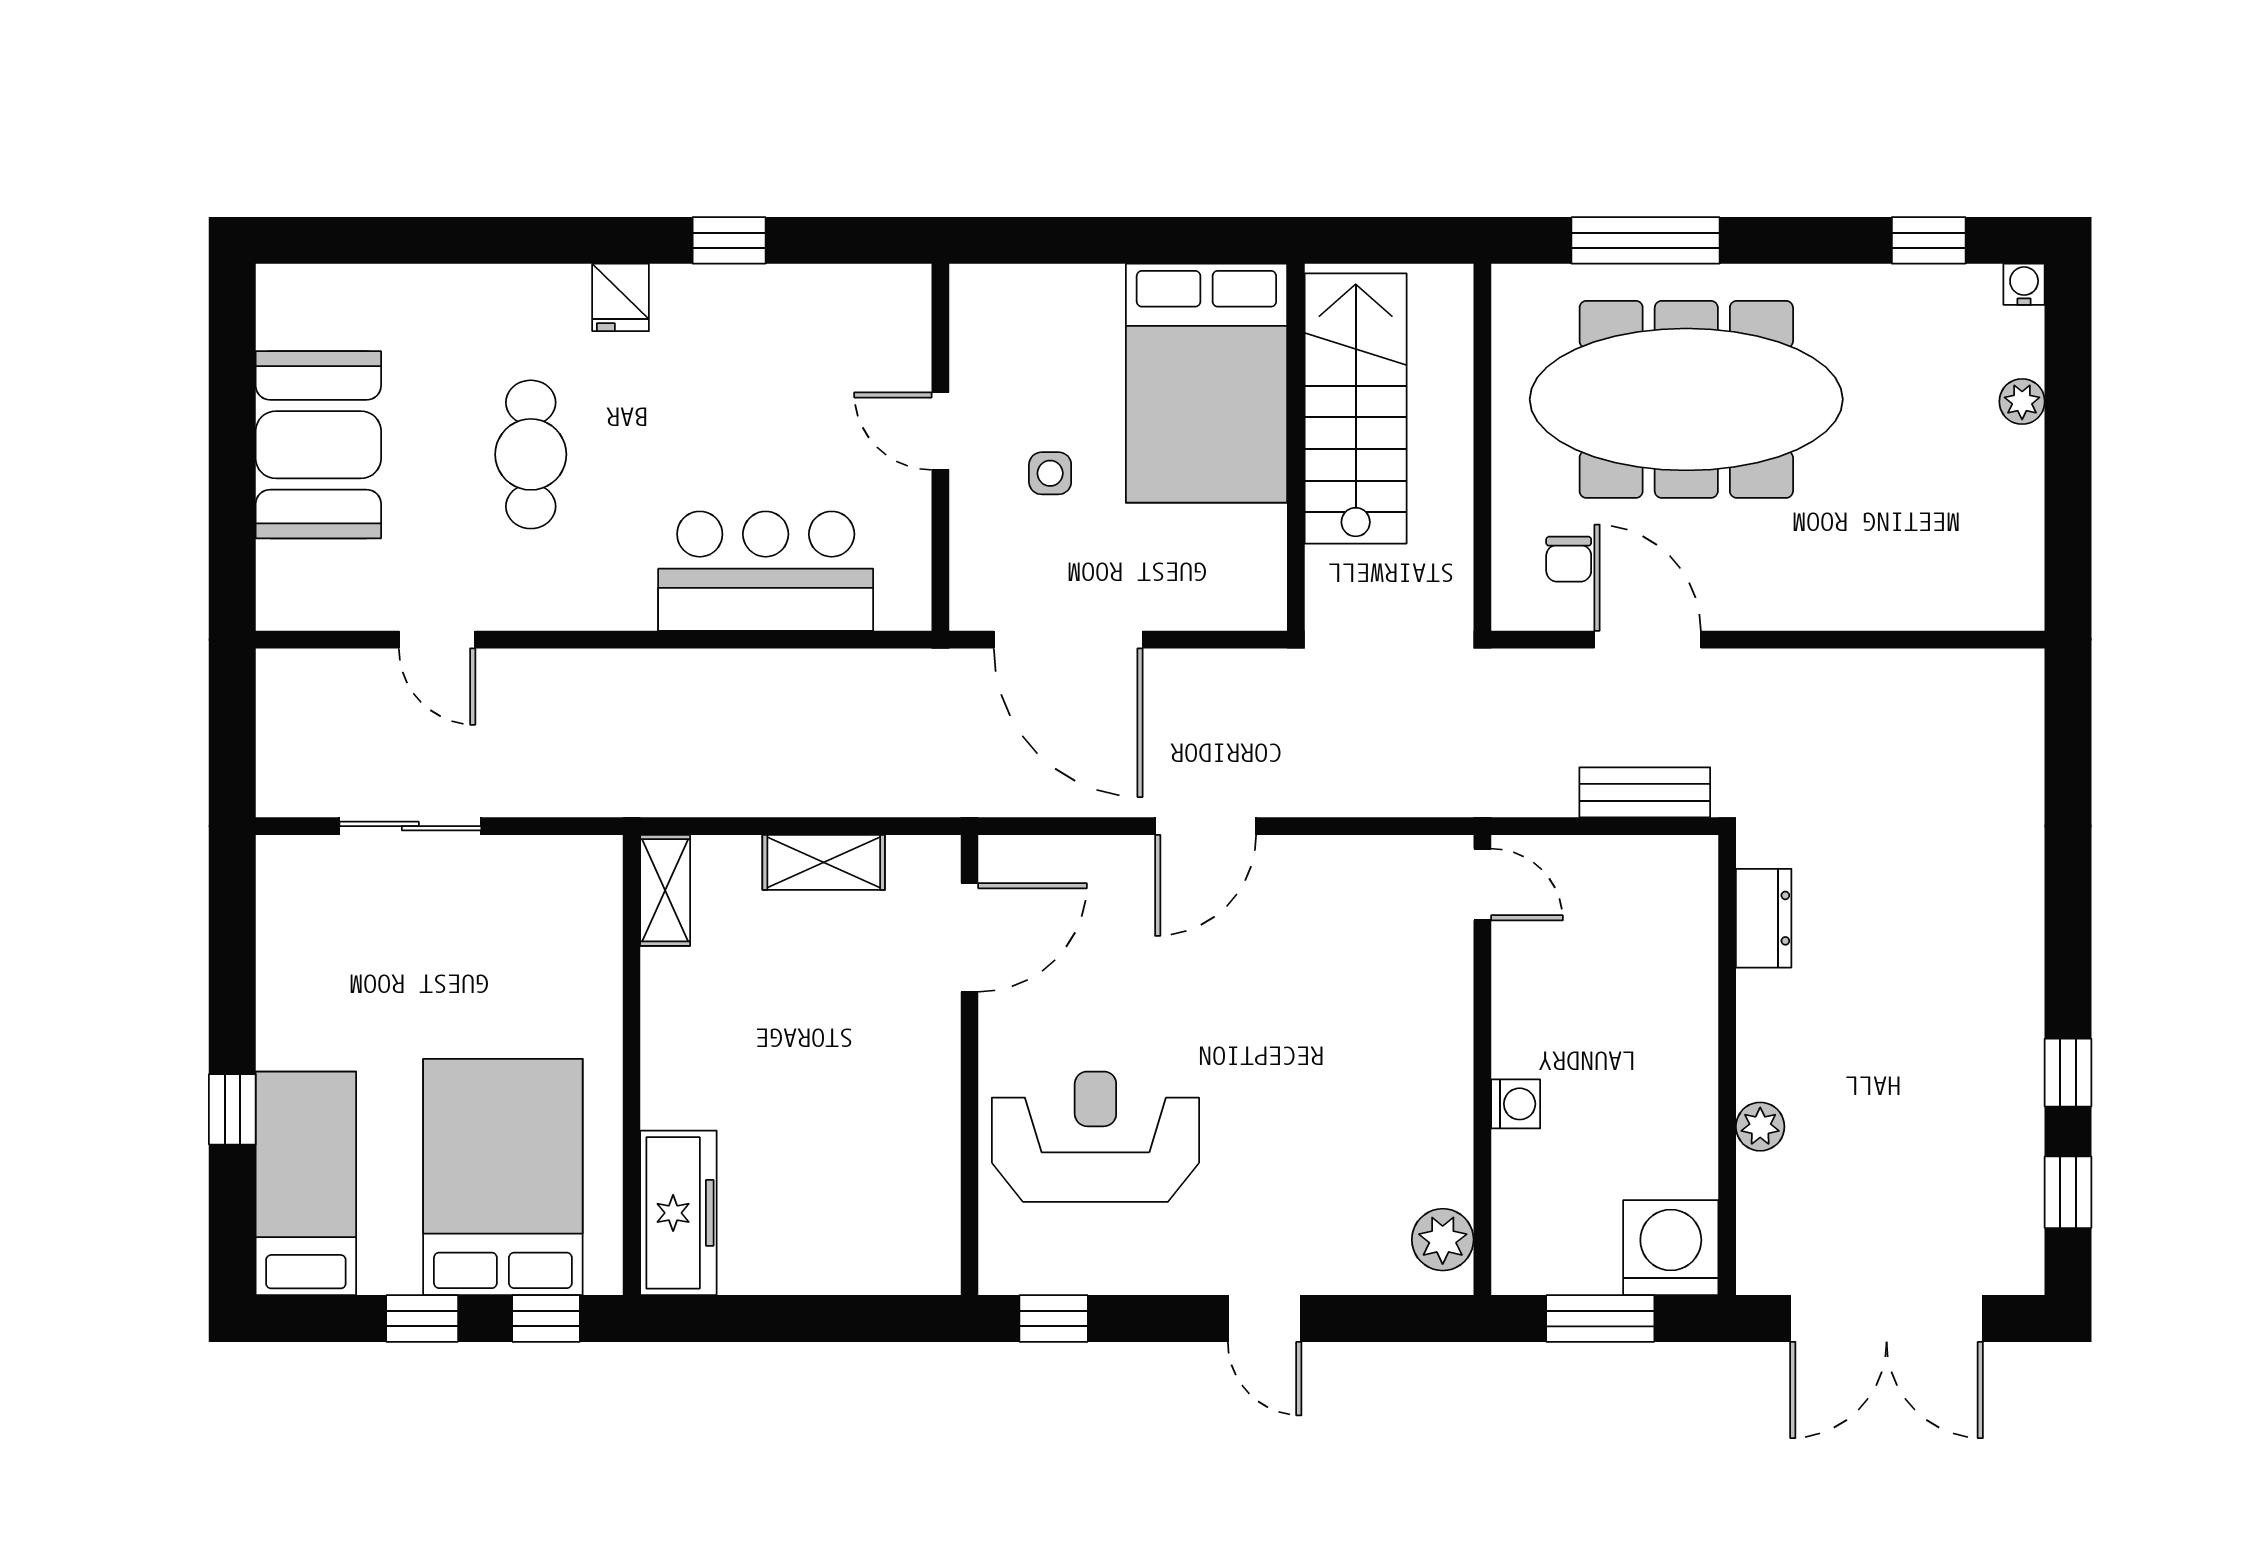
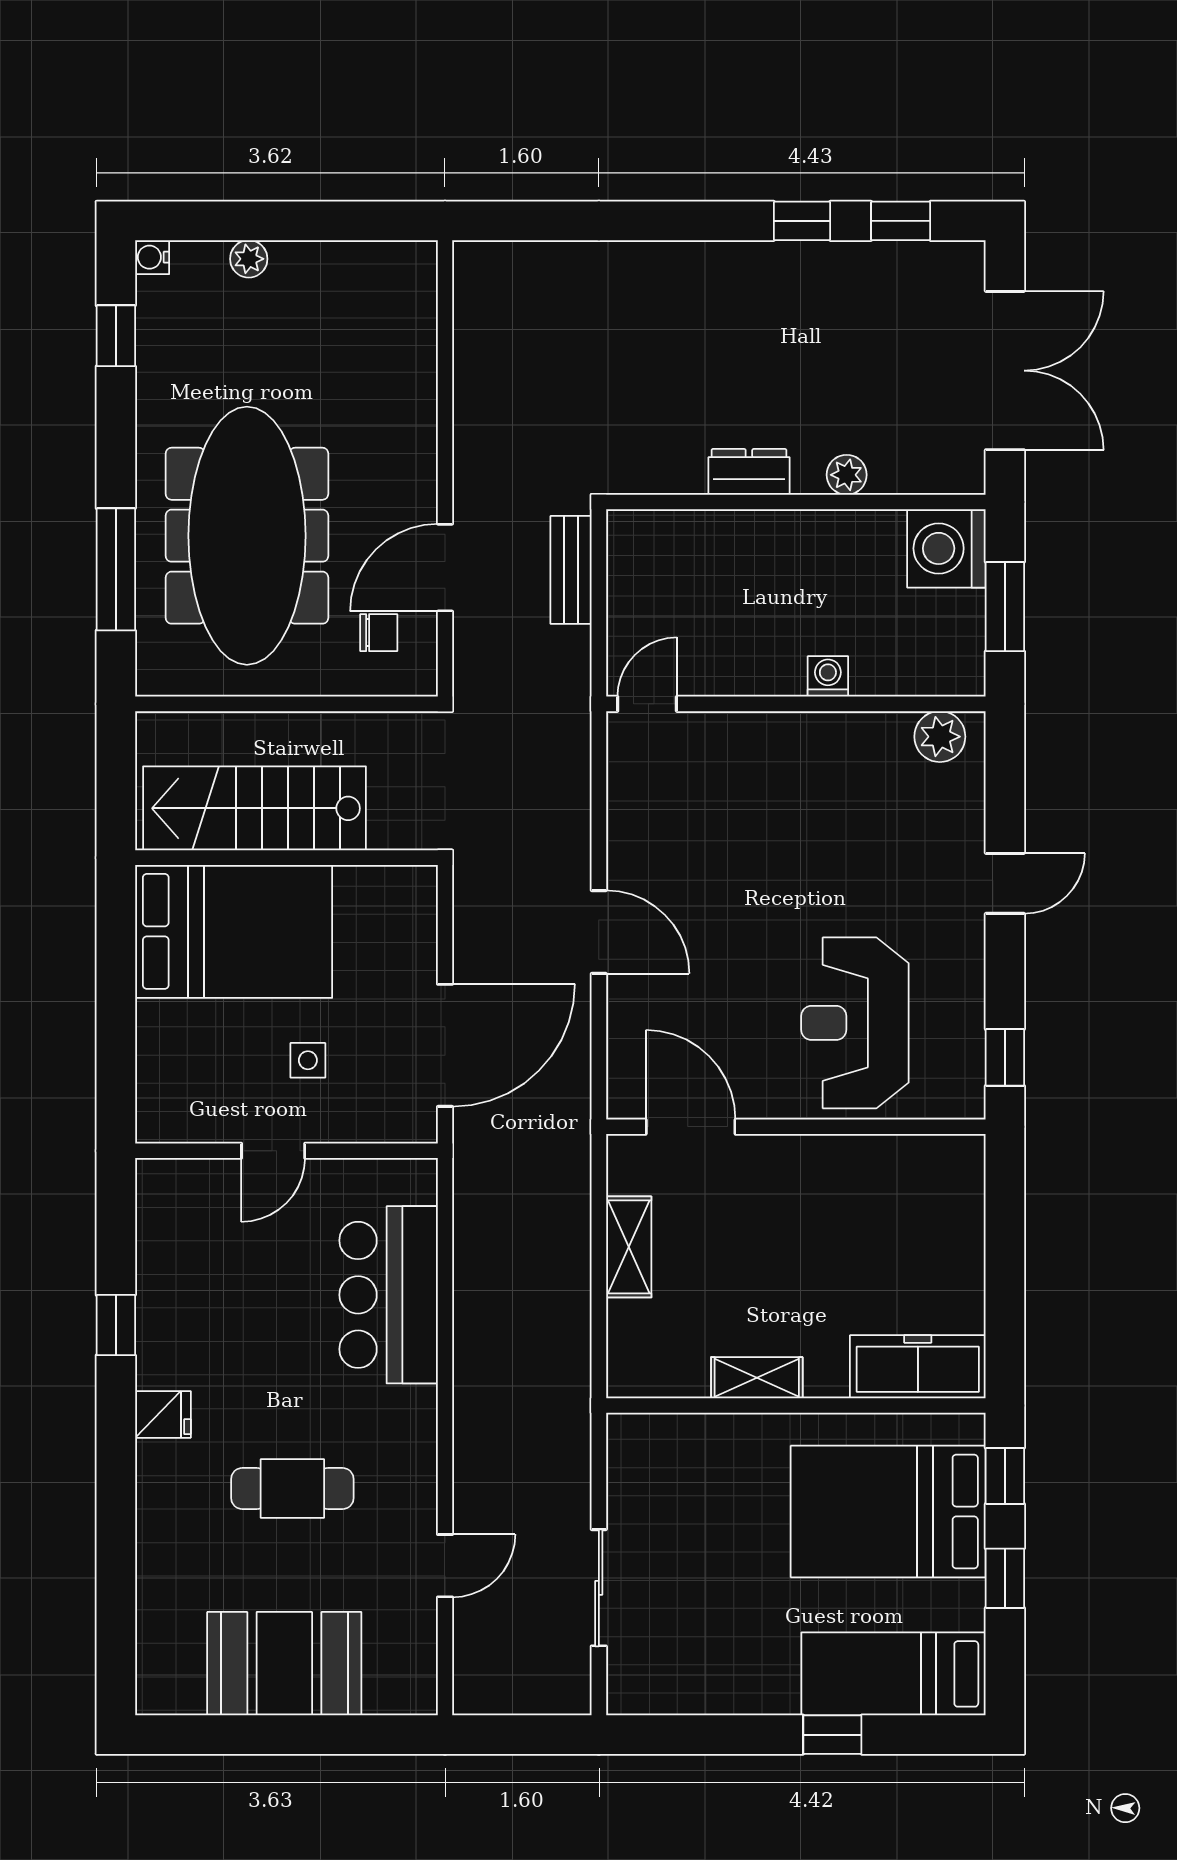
shelving: (665, 890) -> (757, 1378), moved
dresser: (1764, 918) -> (749, 472), moved

